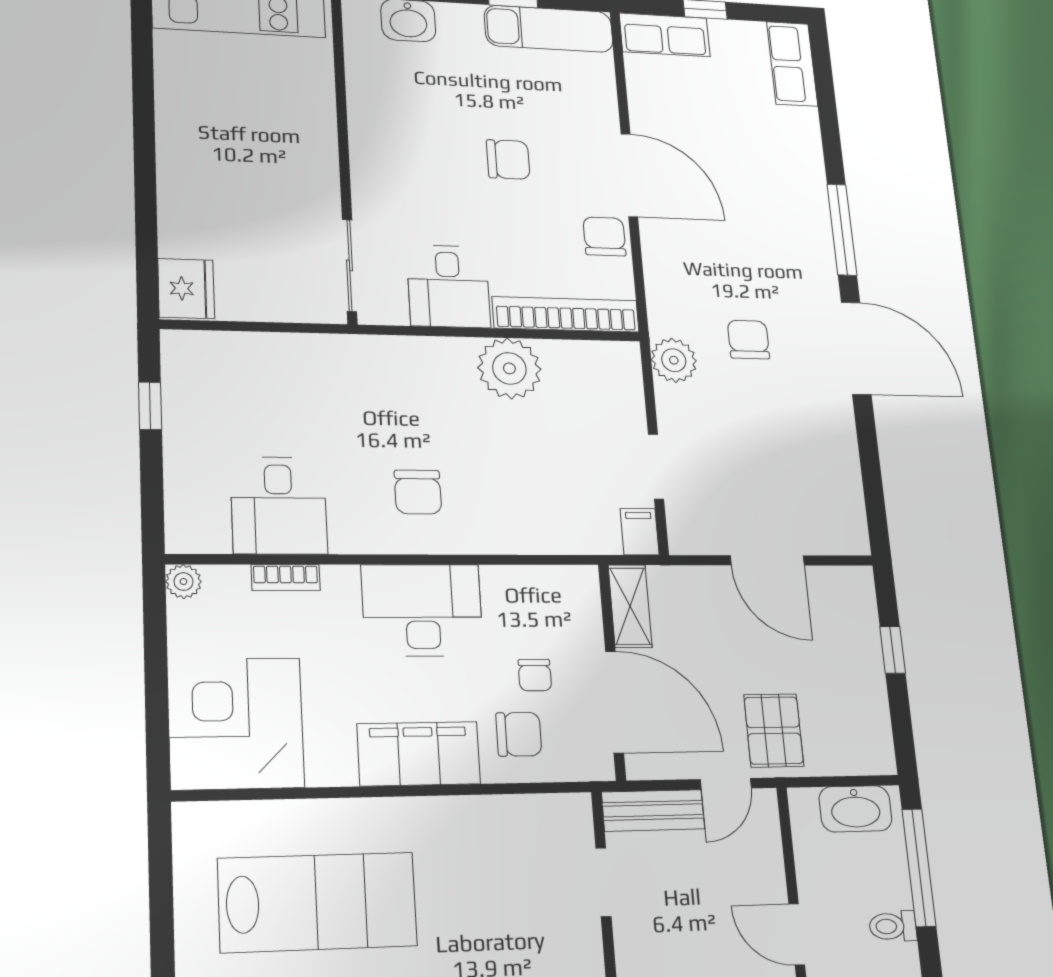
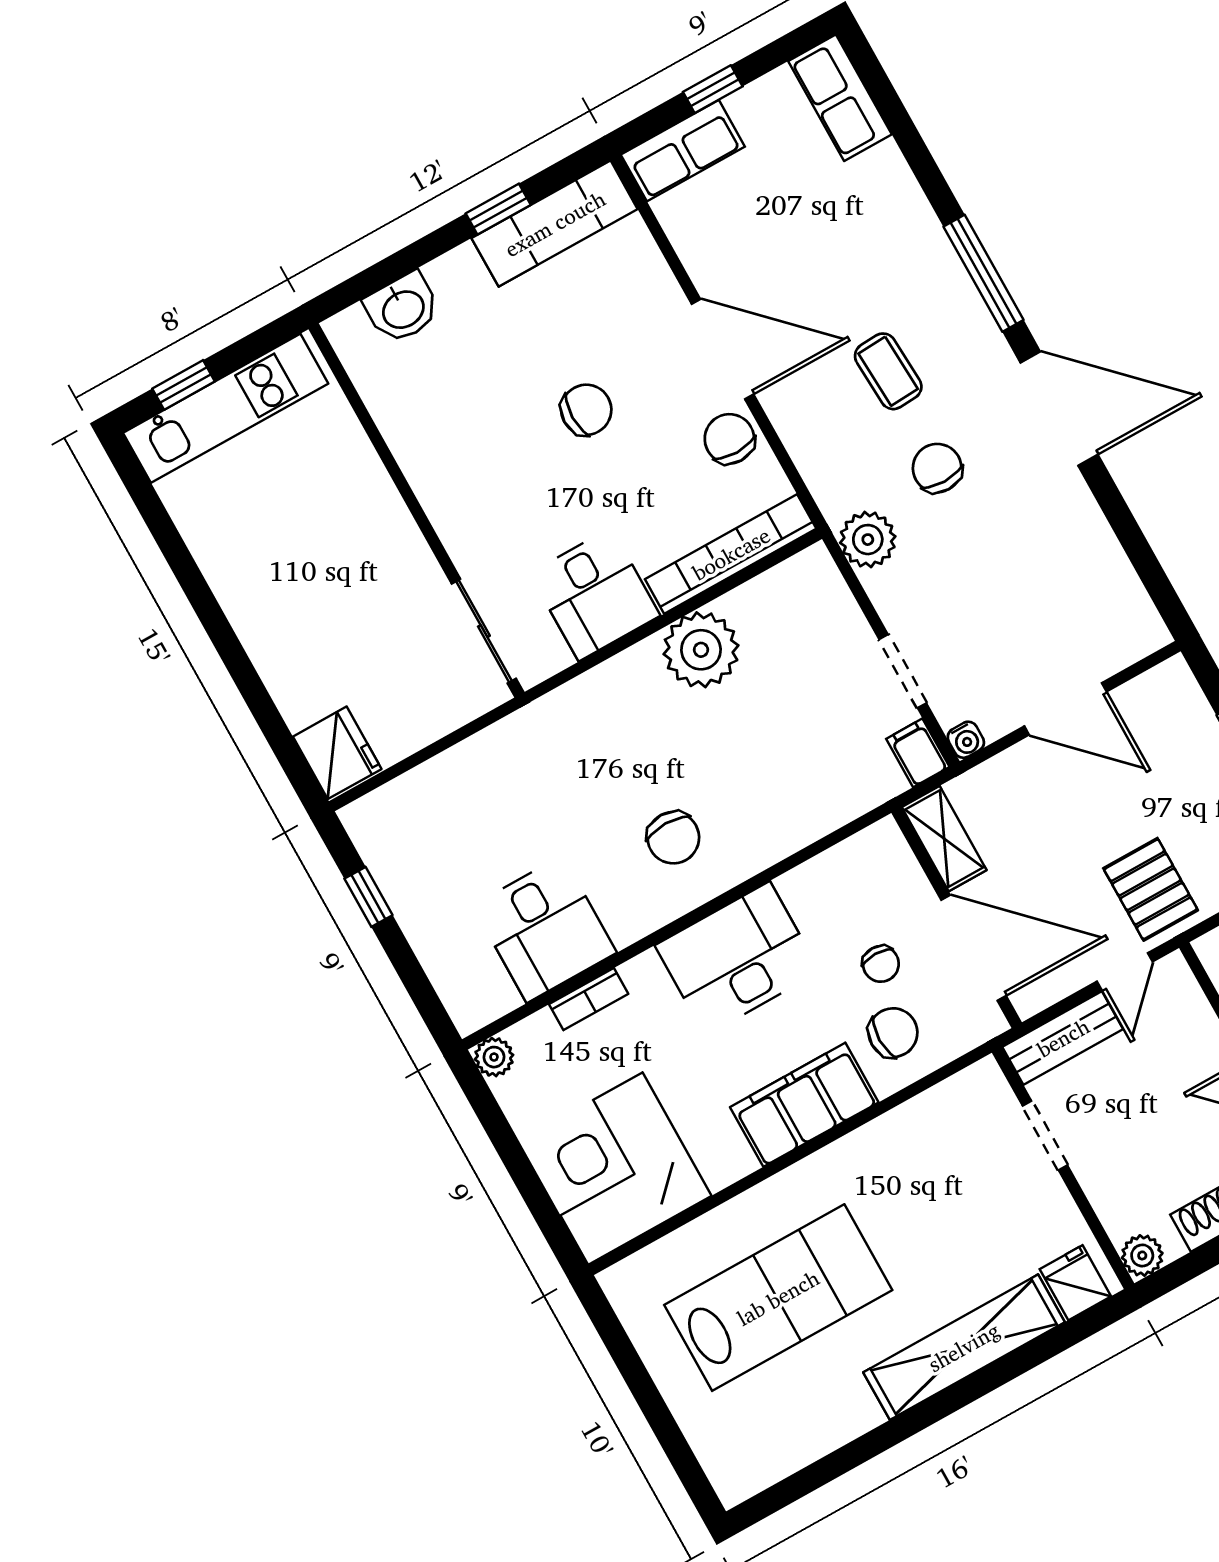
coffee table: (743, 256) -> (888, 371), added
water cooler: (681, 542) -> (966, 740), added

